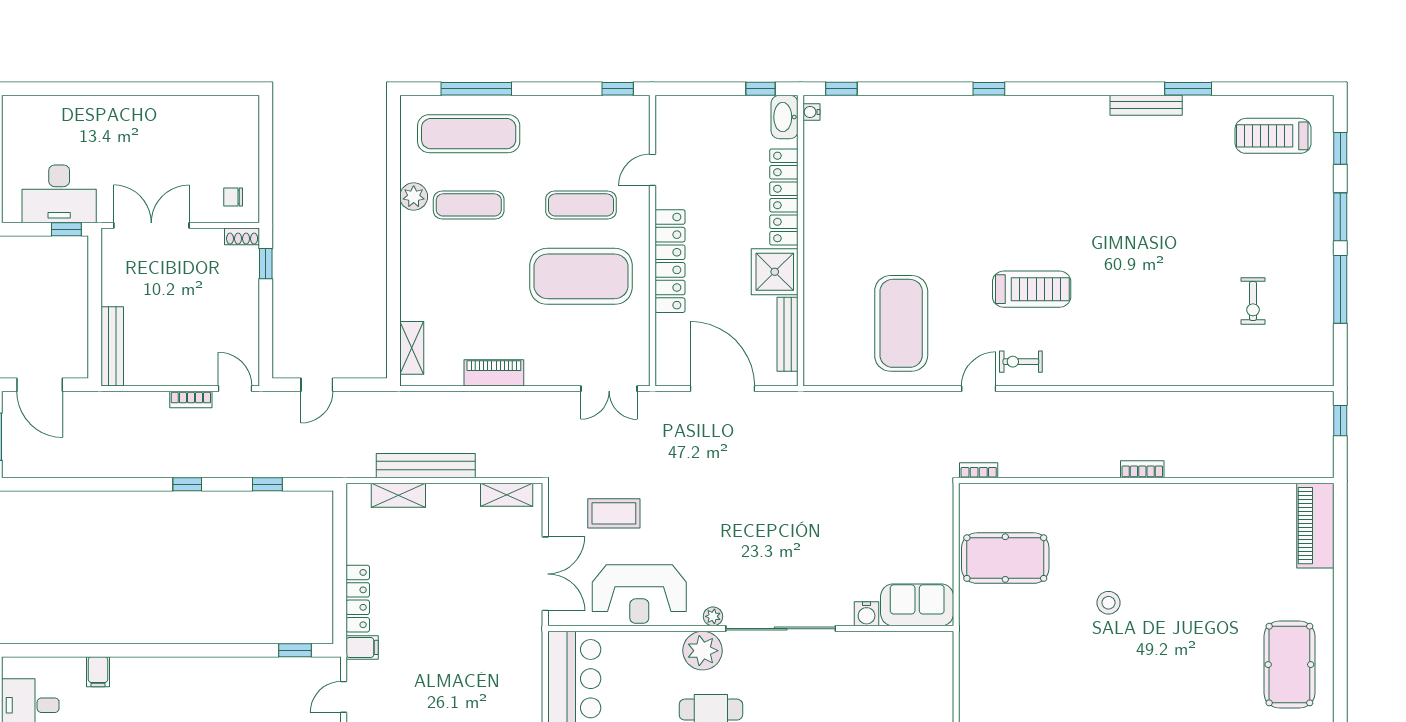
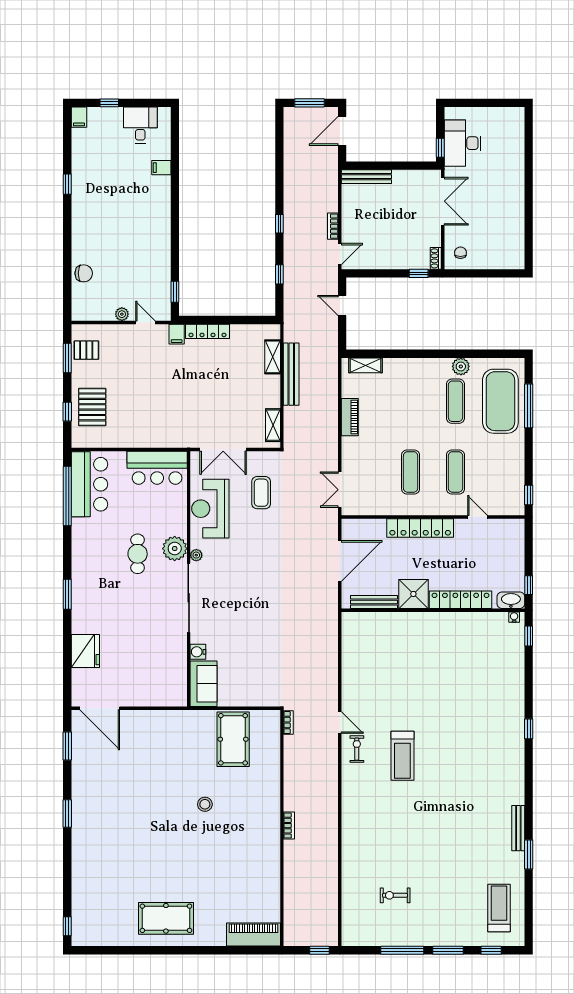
exercise mat: (469, 134) -> (500, 401), width x1.47
exercise mat: (581, 276) -> (411, 472), width x0.50, depth x0.69
exercise mat: (901, 323) -> (381, 674), removed

